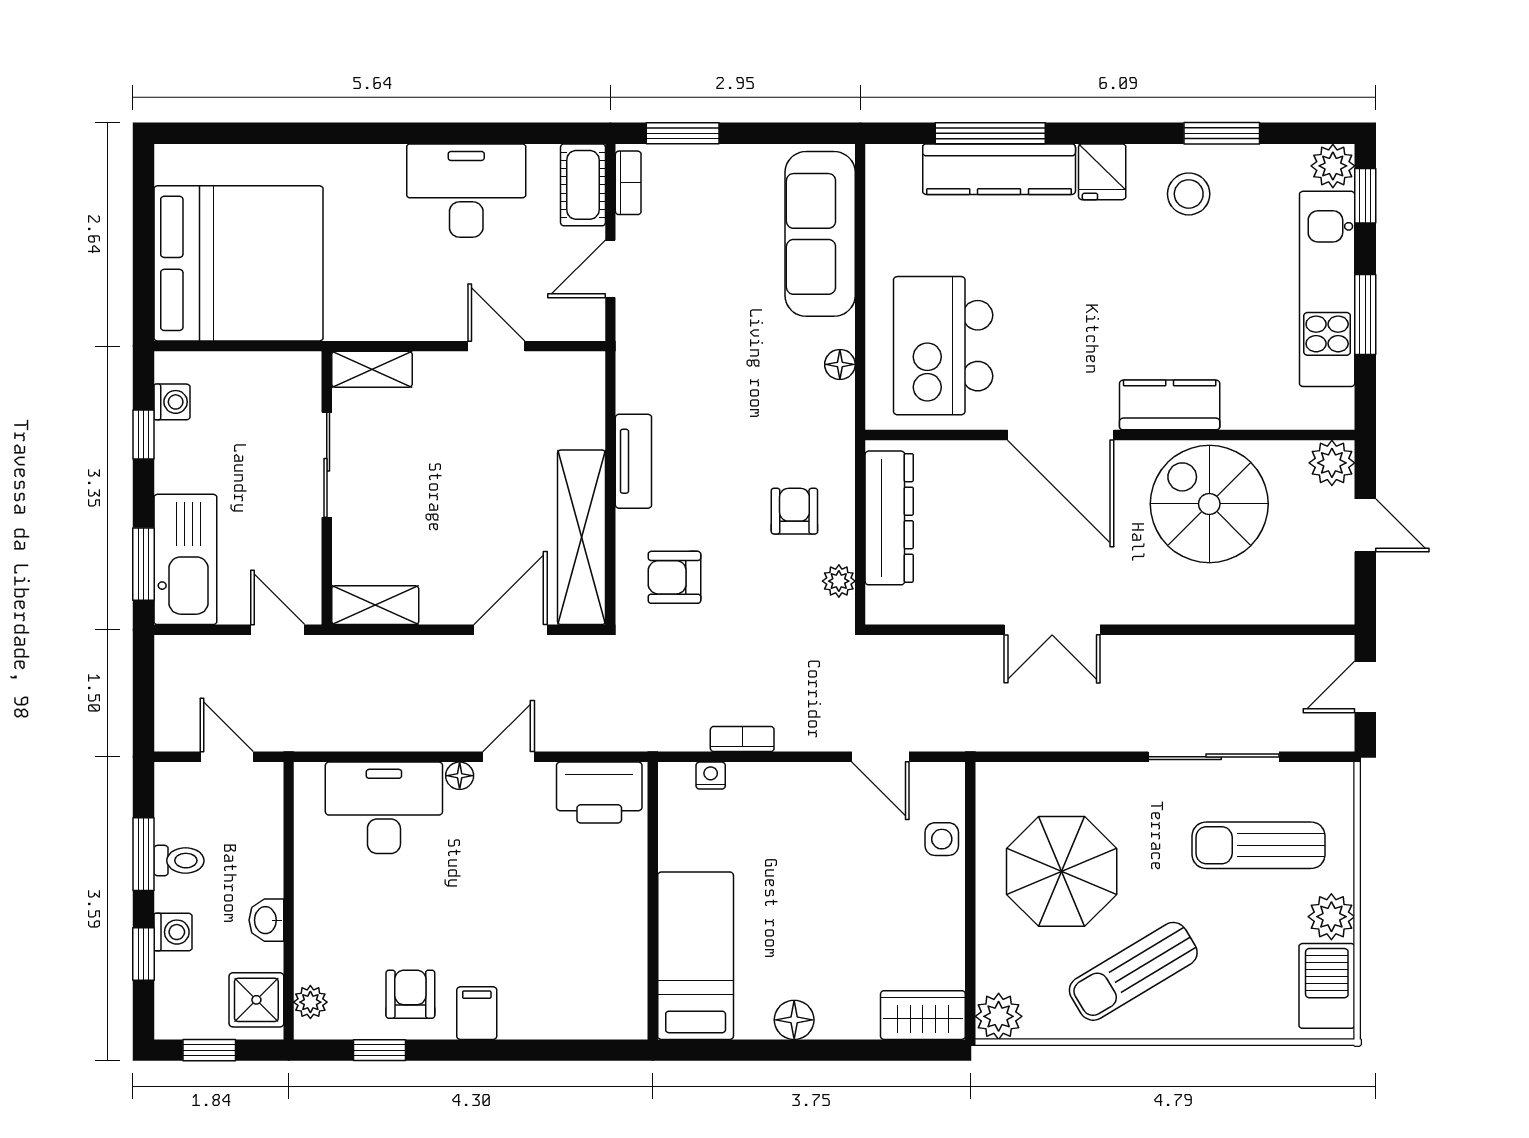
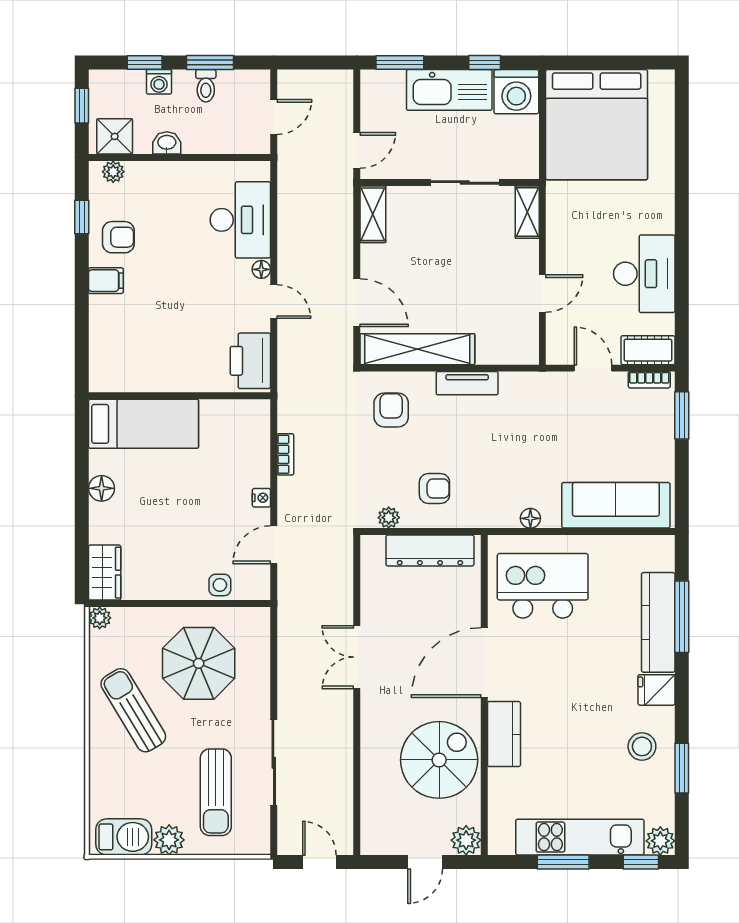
washing machine: (172, 402) -> (516, 92), width x1.89, depth x1.89
kitchen sink: (185, 559) -> (449, 90), moved
nightstand: (711, 776) -> (261, 498), moved
sun lounger: (1259, 845) -> (216, 792), turned 180
plant: (999, 1016) -> (100, 618), width x0.73, depth x0.73

